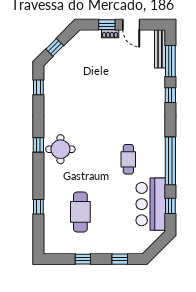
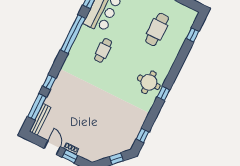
window: (38, 207) -> (192, 35), moved

